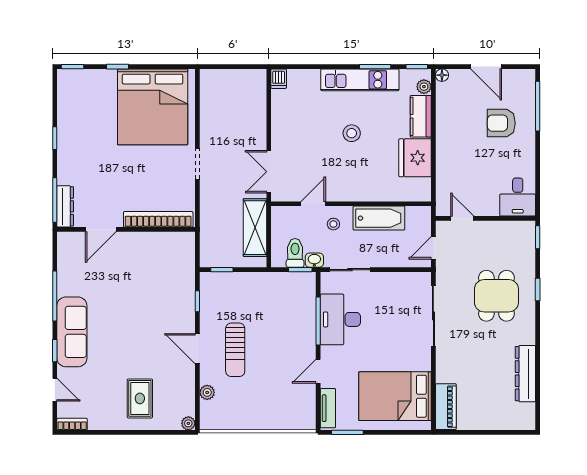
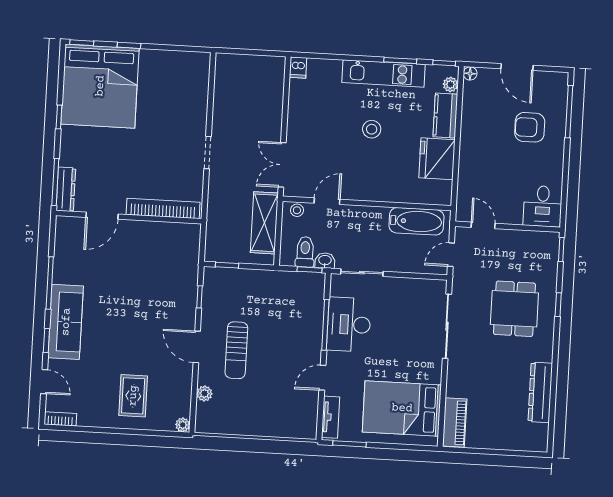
bed: (153, 107) -> (100, 86), moved
bathtub: (379, 218) -> (416, 221), moved
stool: (333, 224) -> (297, 210), moved

